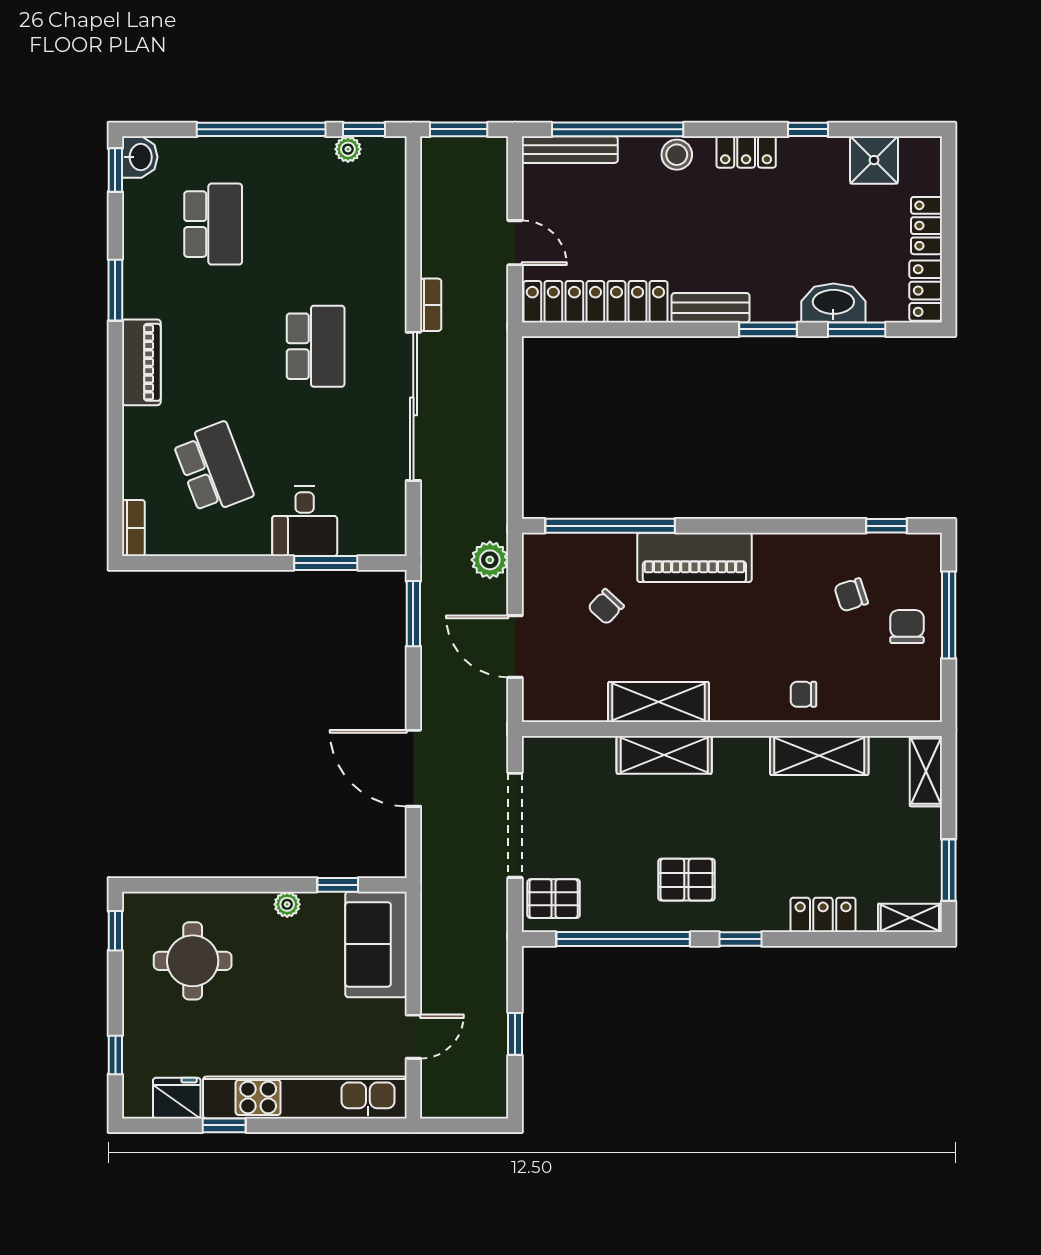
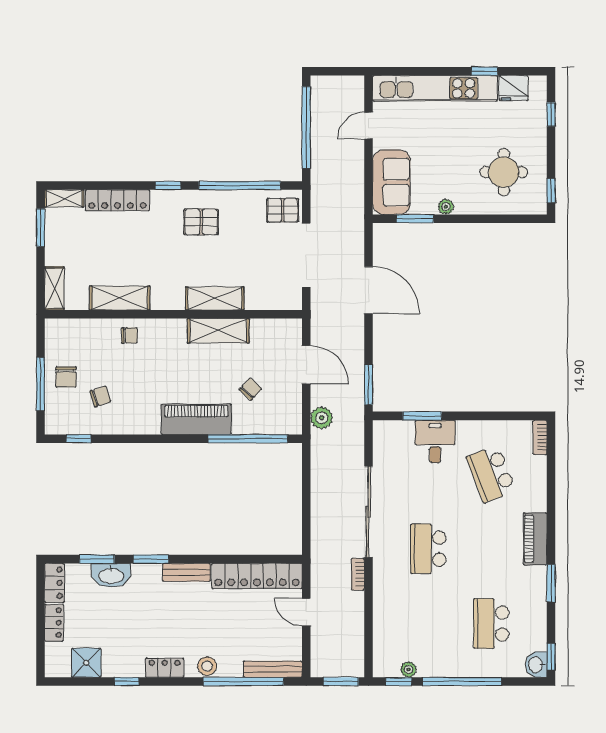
window: (338, 885) -> (415, 219), width x1.50
locker: (823, 915) -> (117, 200), width x1.53
window: (515, 1034) -> (306, 127), width x3.17

